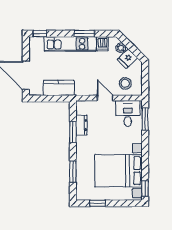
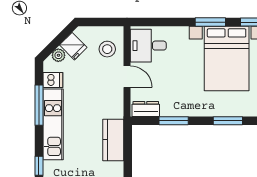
window: (84, 34) -> (39, 105), width x1.44
door: (105, 98) -> (127, 77), swing flipped
window: (145, 119) -> (210, 22), moved
dresser: (81, 125) -> (146, 109), moved

